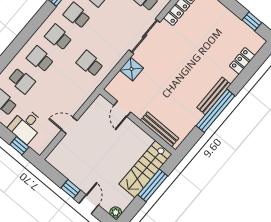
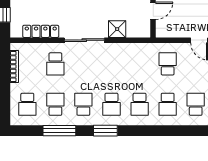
school desk: (90, 64) -> (168, 64), moved, turned 180

